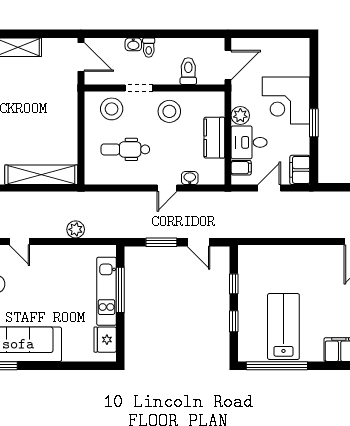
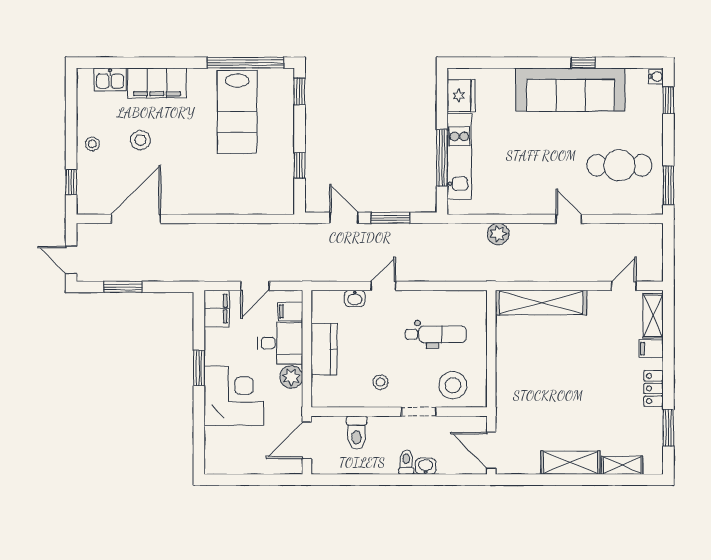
stool: (169, 111) -> (380, 382), width x0.53, depth x0.53
window: (234, 321) -> (300, 91), moved

